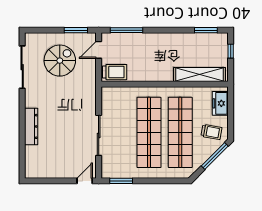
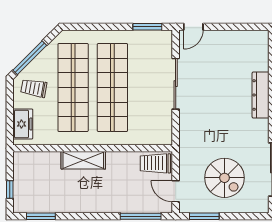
door: (99, 50) -> (176, 191), swing flipped
spiral stairs: (60, 61) -> (225, 178), turned -90
shelving: (199, 74) -> (83, 160), moved, width x0.68

